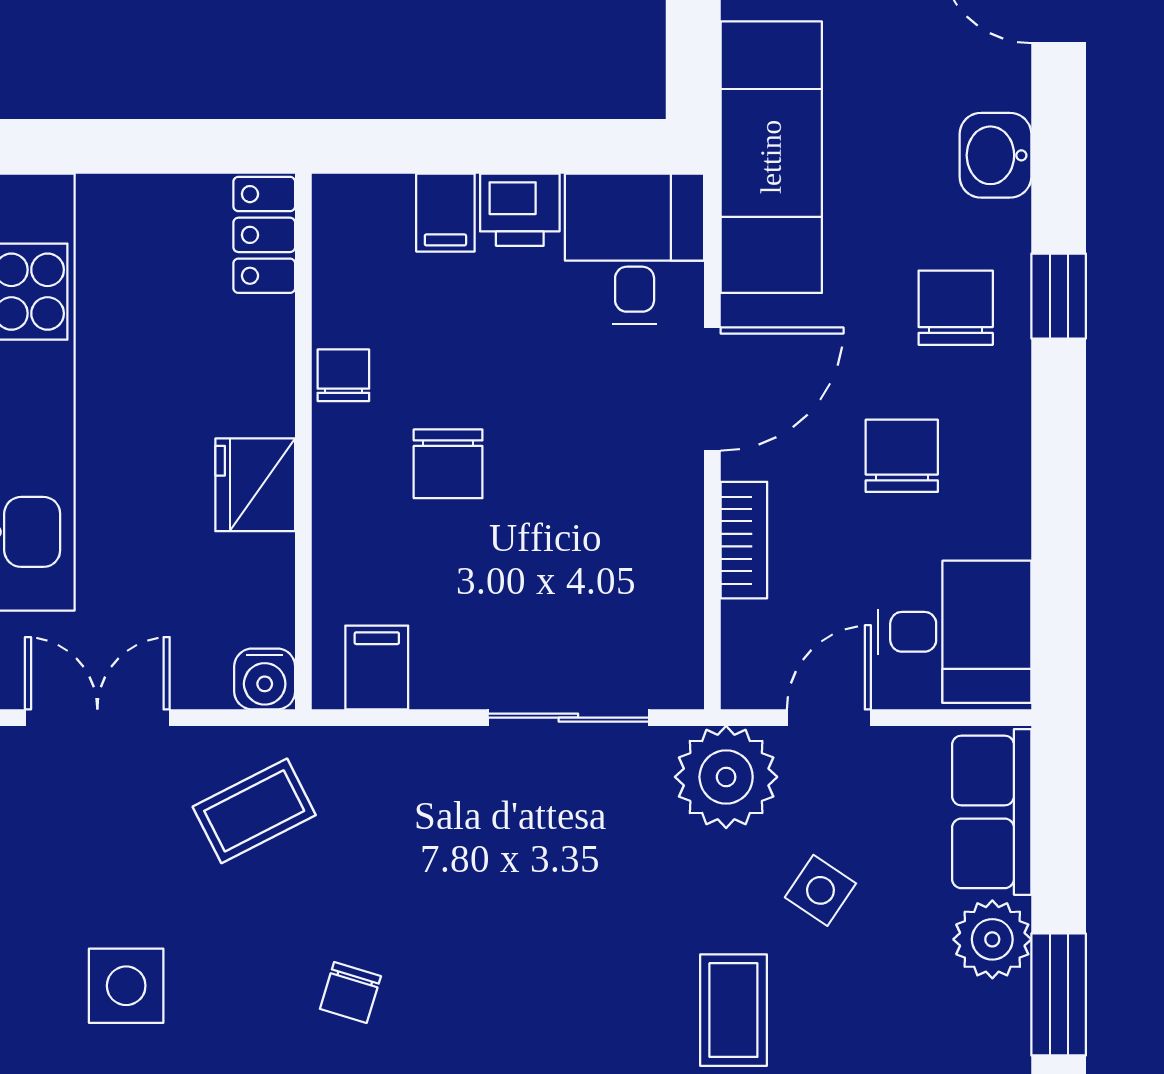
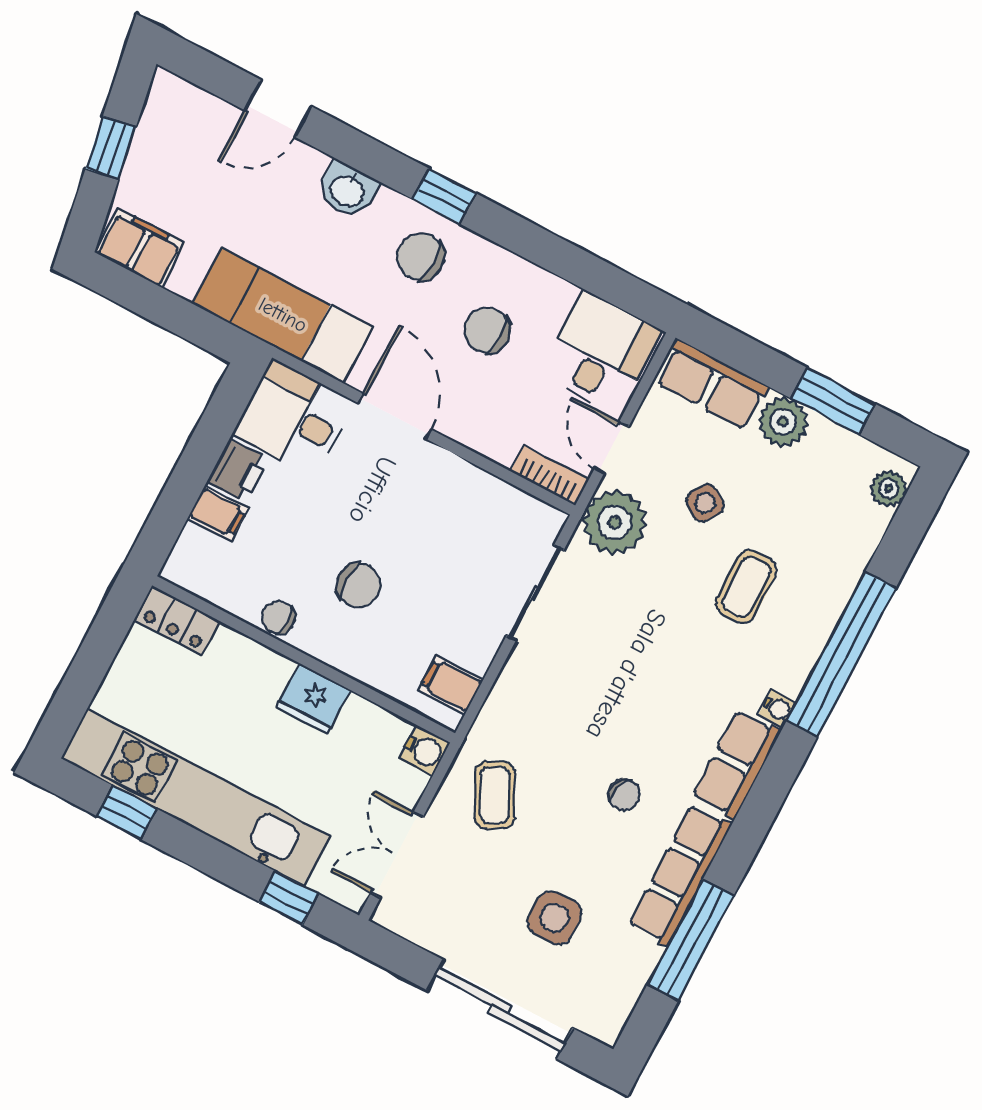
bookcase: (744, 540) -> (550, 476), moved
coffee table: (733, 1010) -> (746, 587), turned 90

